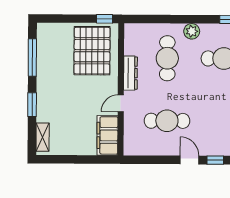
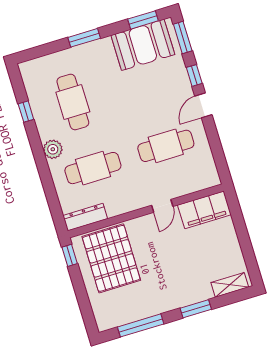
pallet: (92, 51) -> (111, 258), turned 90
dresser: (130, 73) -> (85, 217), moved
door: (121, 103) -> (162, 206), hinge flipped
cafe table: (167, 121) -> (166, 146), turned 90

